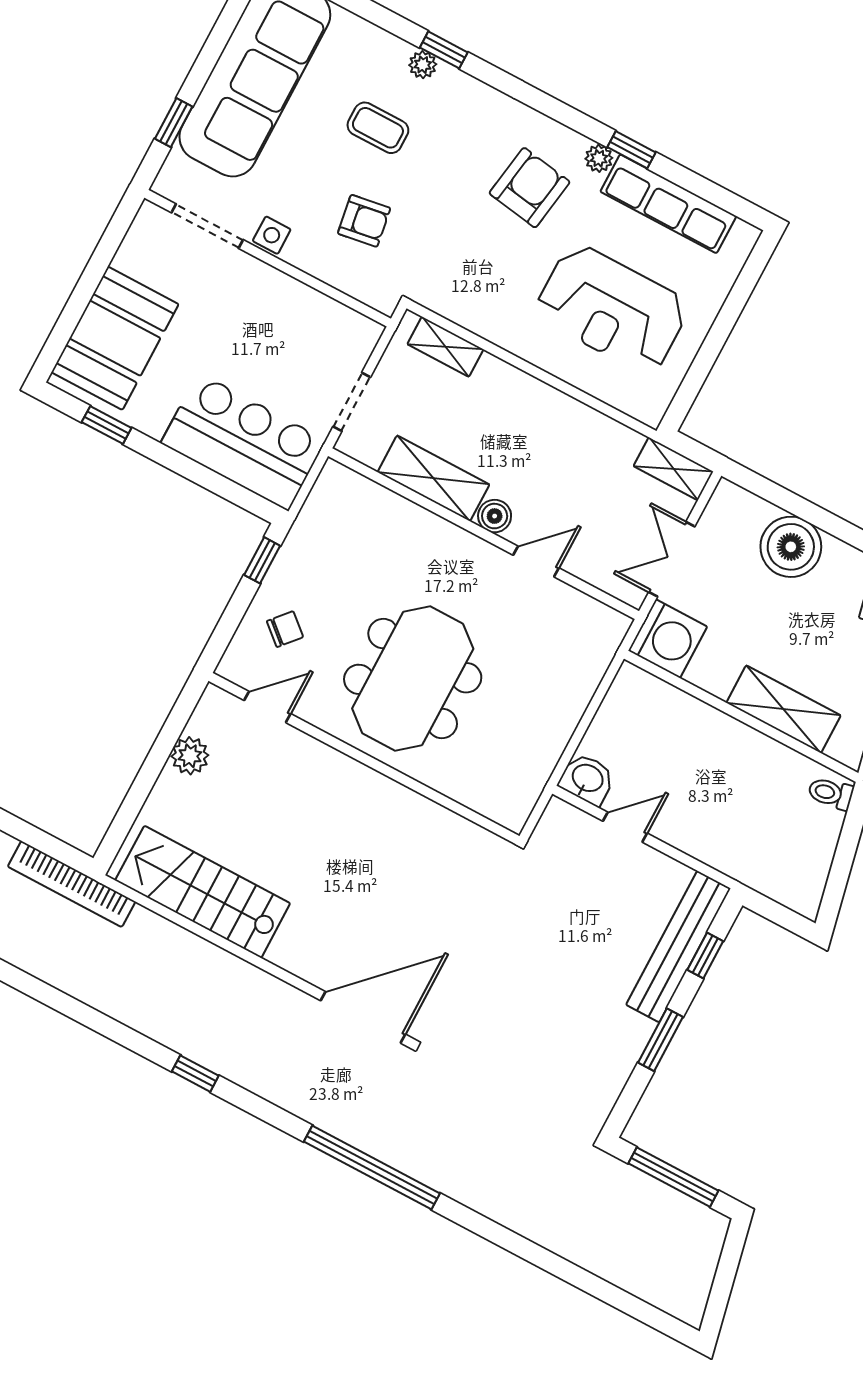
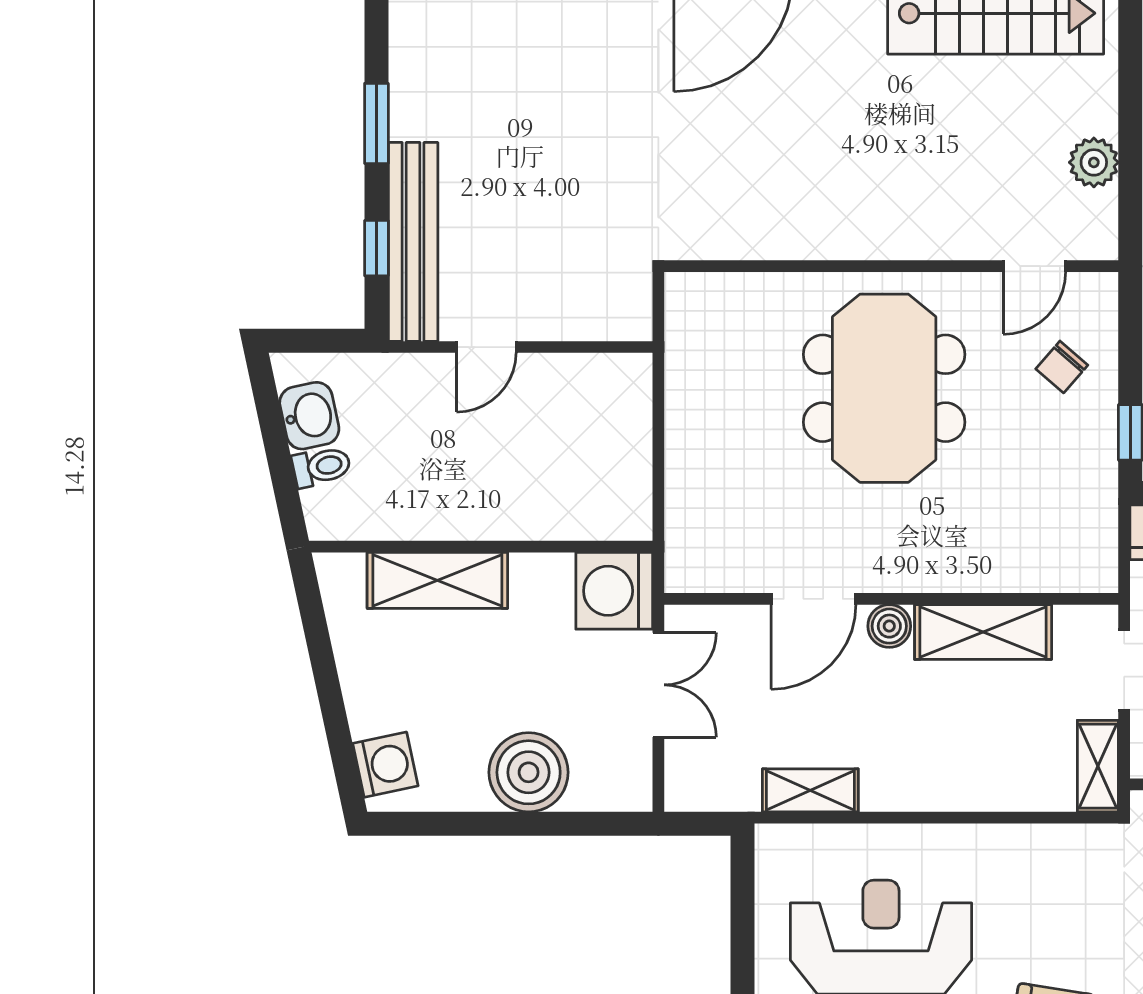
shelving: (445, 347) -> (1098, 766), moved, turned 90
shelving: (673, 469) -> (810, 790), moved
door: (536, 562) -> (814, 599), width x1.38
washbasin: (587, 779) -> (309, 416), moved, turned -102
toilet: (831, 793) -> (321, 467), moved
door: (625, 827) -> (486, 347), moved

